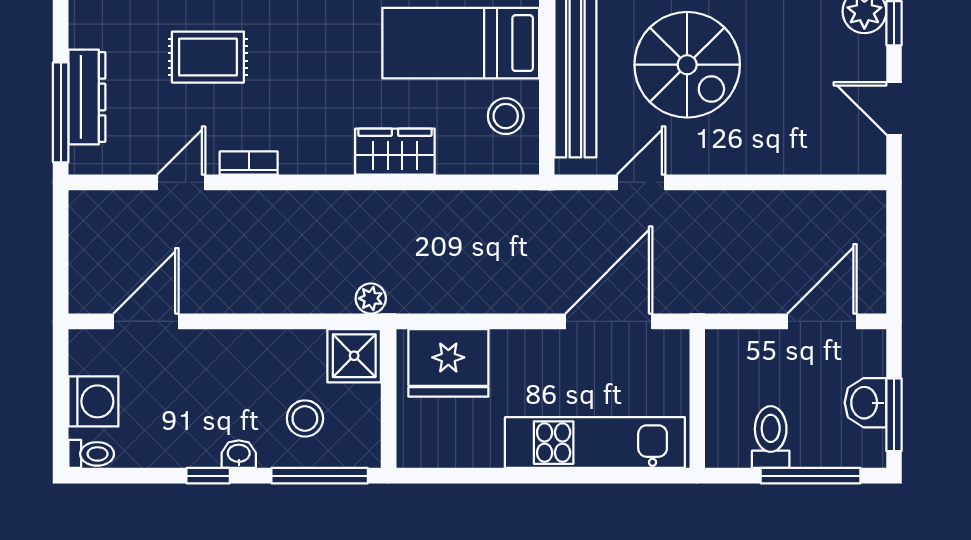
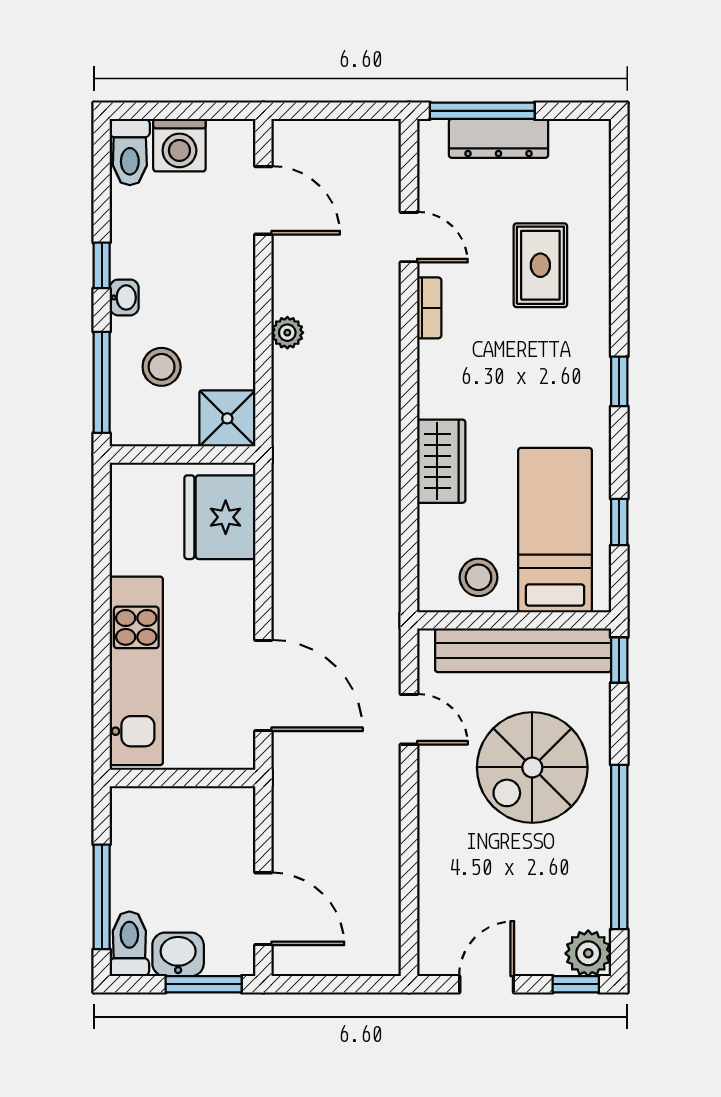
plant: (371, 298) -> (287, 333), moved
window: (894, 415) -> (204, 984), moved
toilet: (771, 437) -> (129, 944), moved, turned -90
toilet: (91, 454) -> (130, 152), width x1.37, depth x1.39

